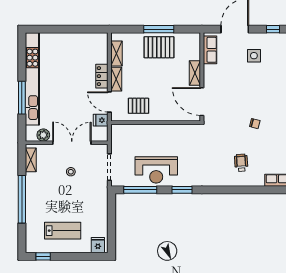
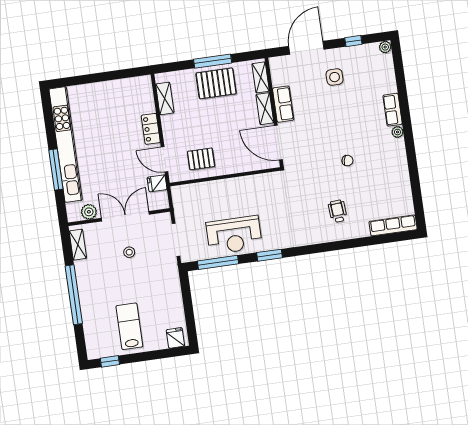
row of seats: (210, 50) -> (283, 104), moved
shelving: (116, 79) -> (261, 77), moved
lab bench: (63, 231) -> (129, 326), turned -90

